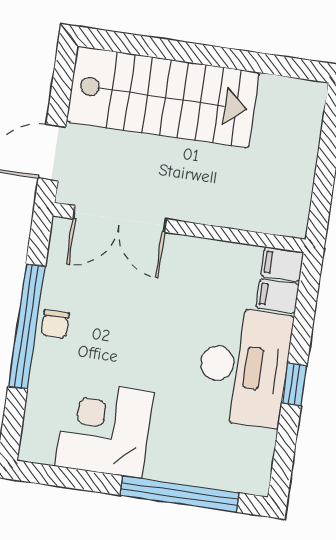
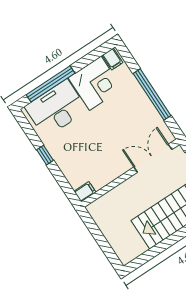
filing cabinet: (277, 296) -> (112, 59), moved, turned 90
chair: (55, 324) -> (143, 104), removed
desk: (244, 367) -> (56, 109), moved, turned 90

